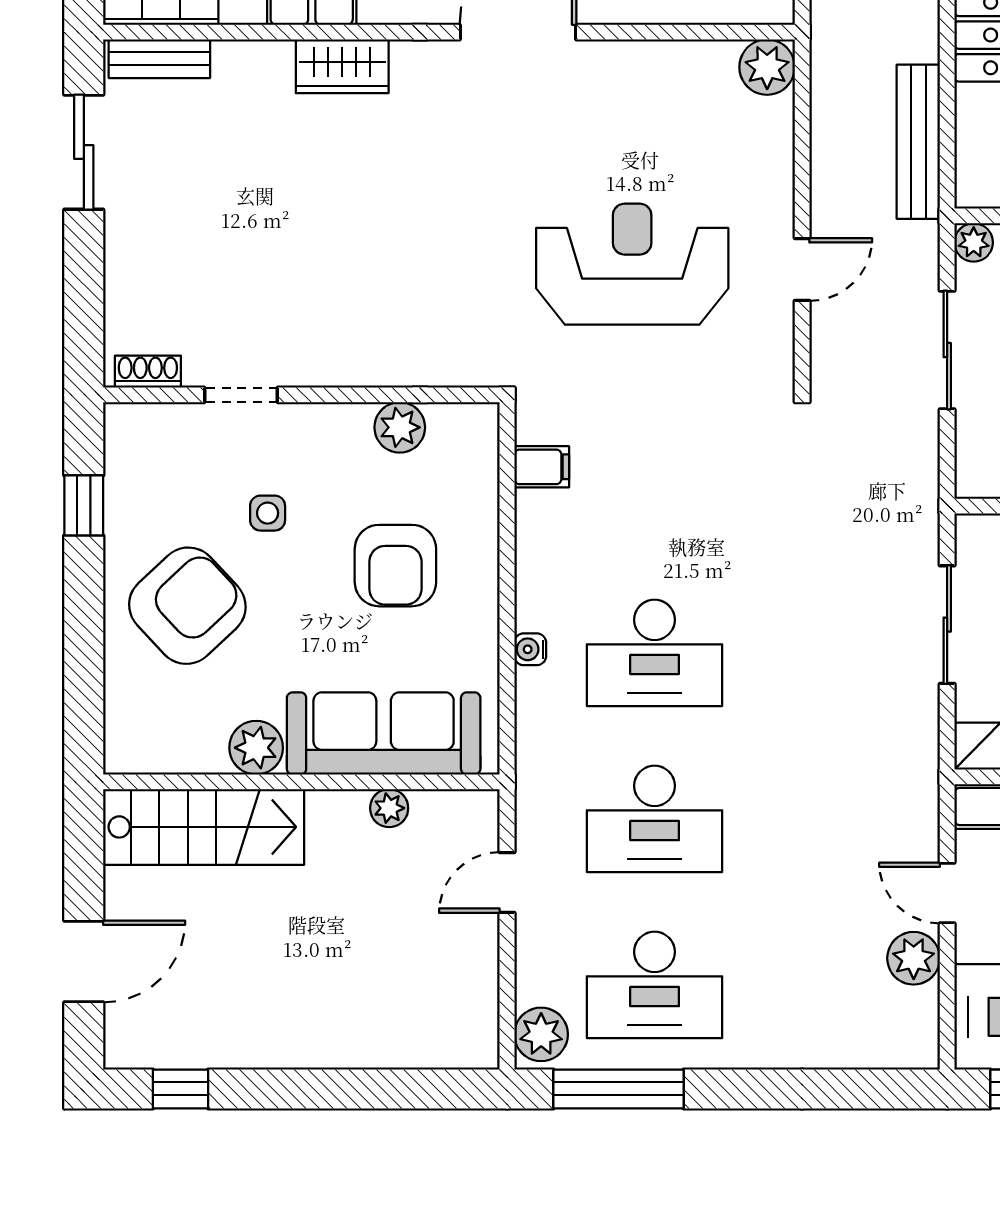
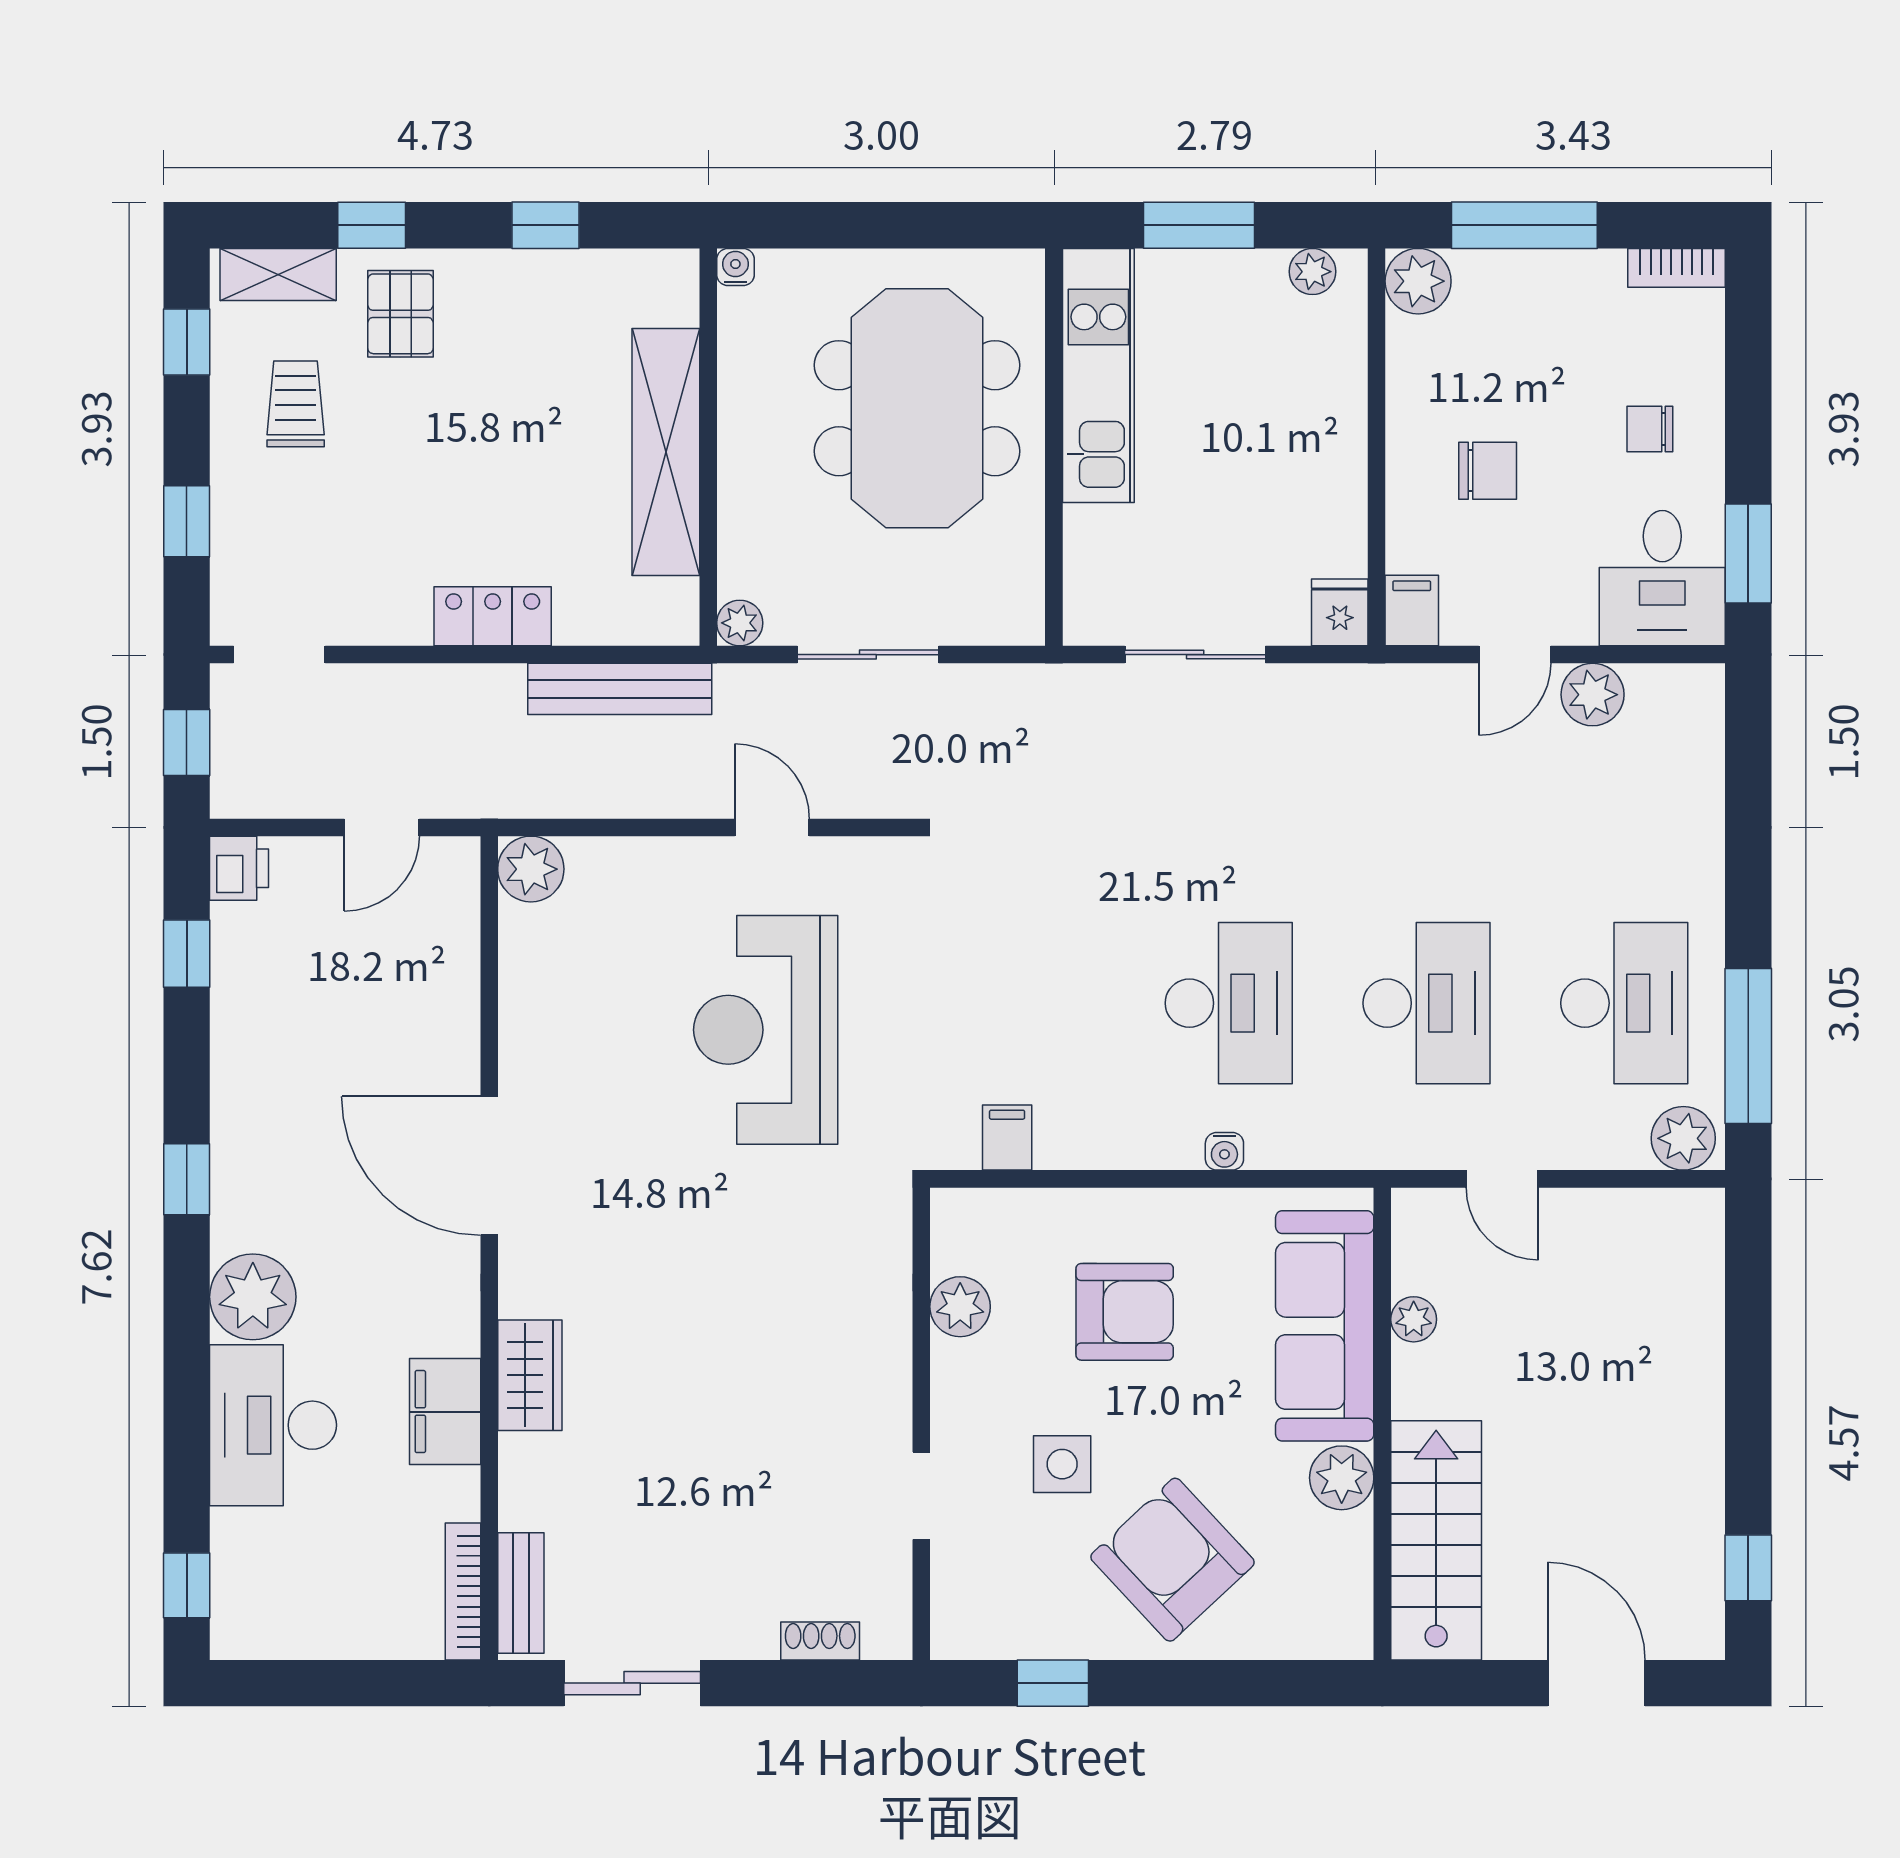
shoe rack: (148, 372) -> (820, 1641), moved, turned 90
side table: (268, 513) -> (1062, 1464), width x1.37, depth x1.37

